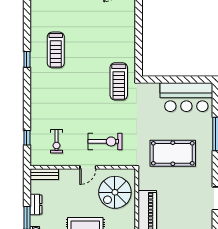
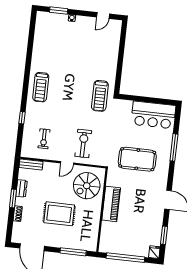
treadmill: (56, 50) -> (41, 87), moved
window: (27, 59) -> (27, 70), removed
window: (27, 138) -> (22, 118), moved
exercise bike: (105, 141) -> (83, 143), turned -90

